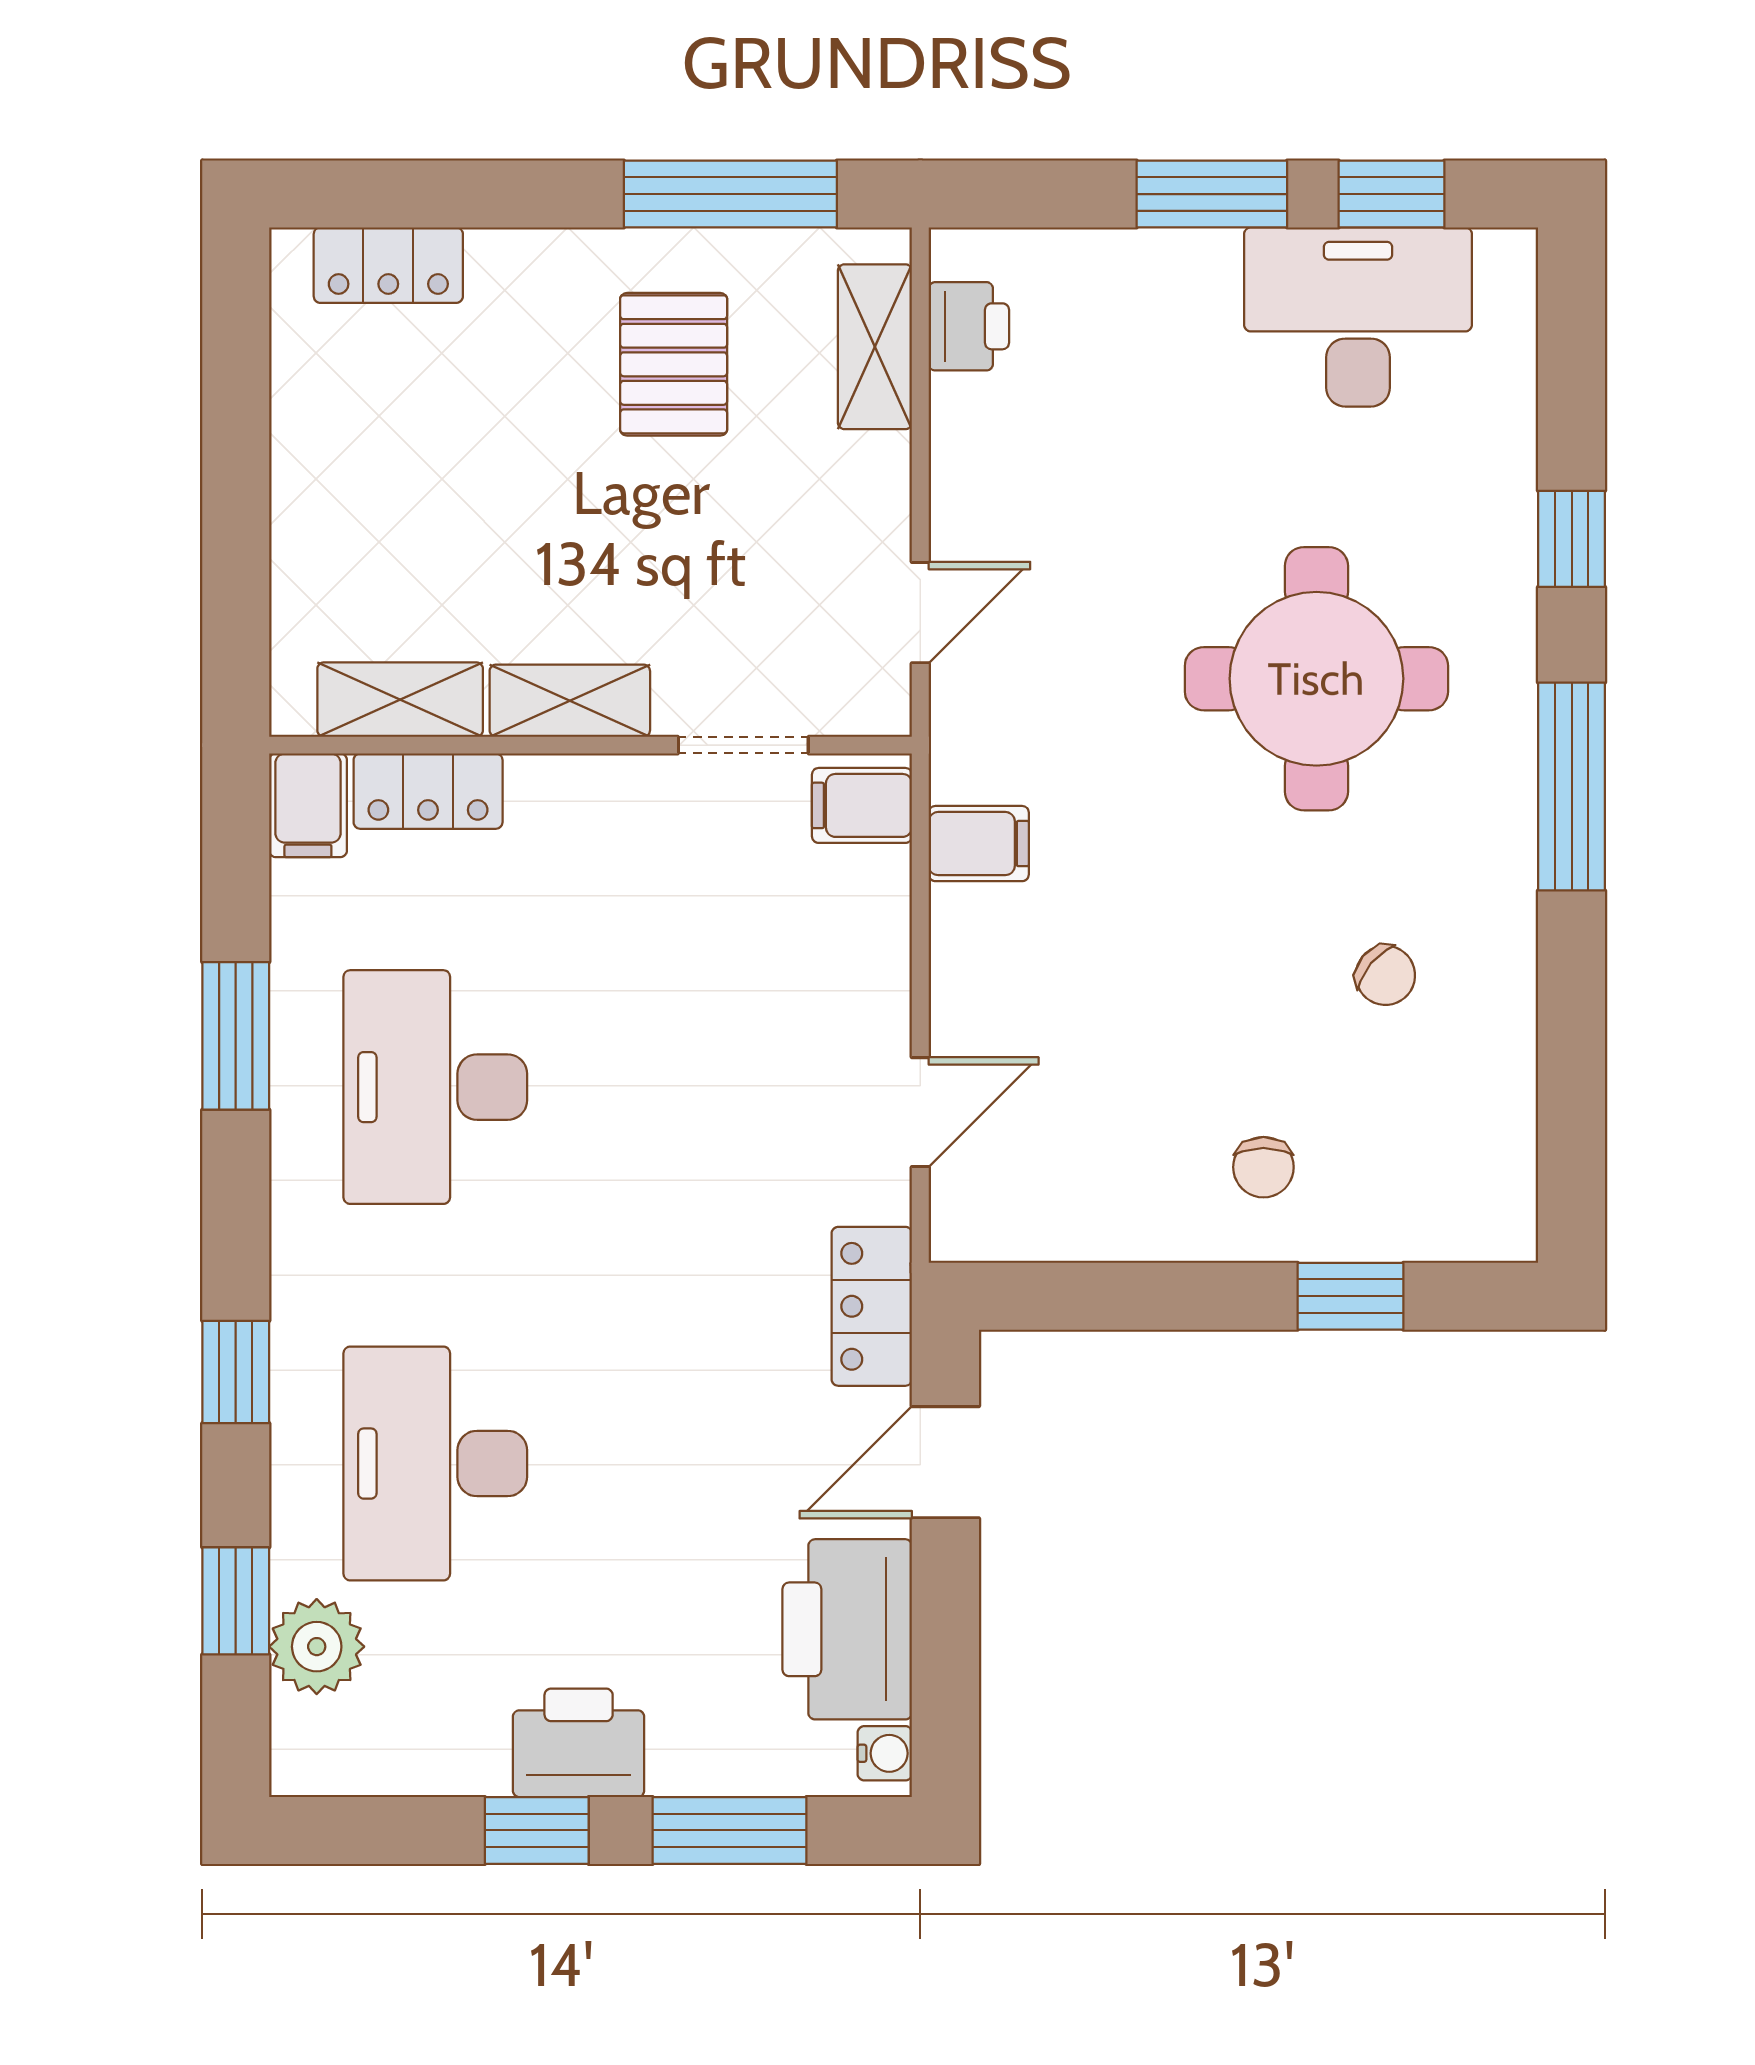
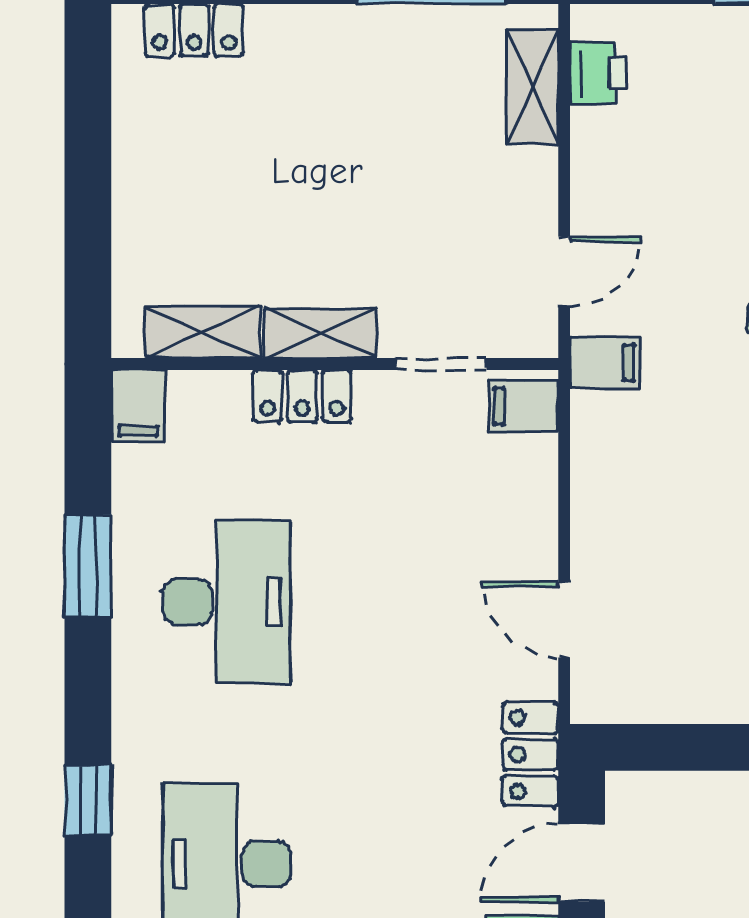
pallet: (674, 364) -> (393, 99), removed
locker: (428, 791) -> (302, 396), moved
filing cabinet: (979, 844) -> (605, 362), moved
desk: (435, 1087) -> (227, 602), turned 180
door: (920, 1112) -> (564, 619), swing flipped

